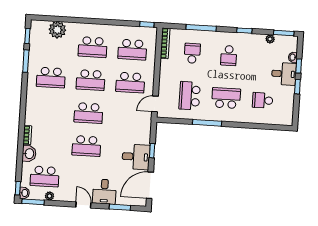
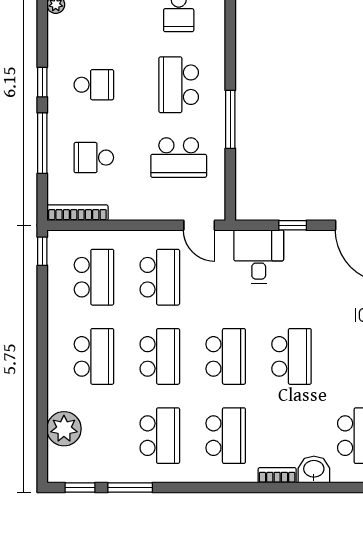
window: (244, 31) -> (42, 82), moved
school desk: (49, 111) -> (226, 436), added
desk: (136, 157) -> (259, 257), moved

